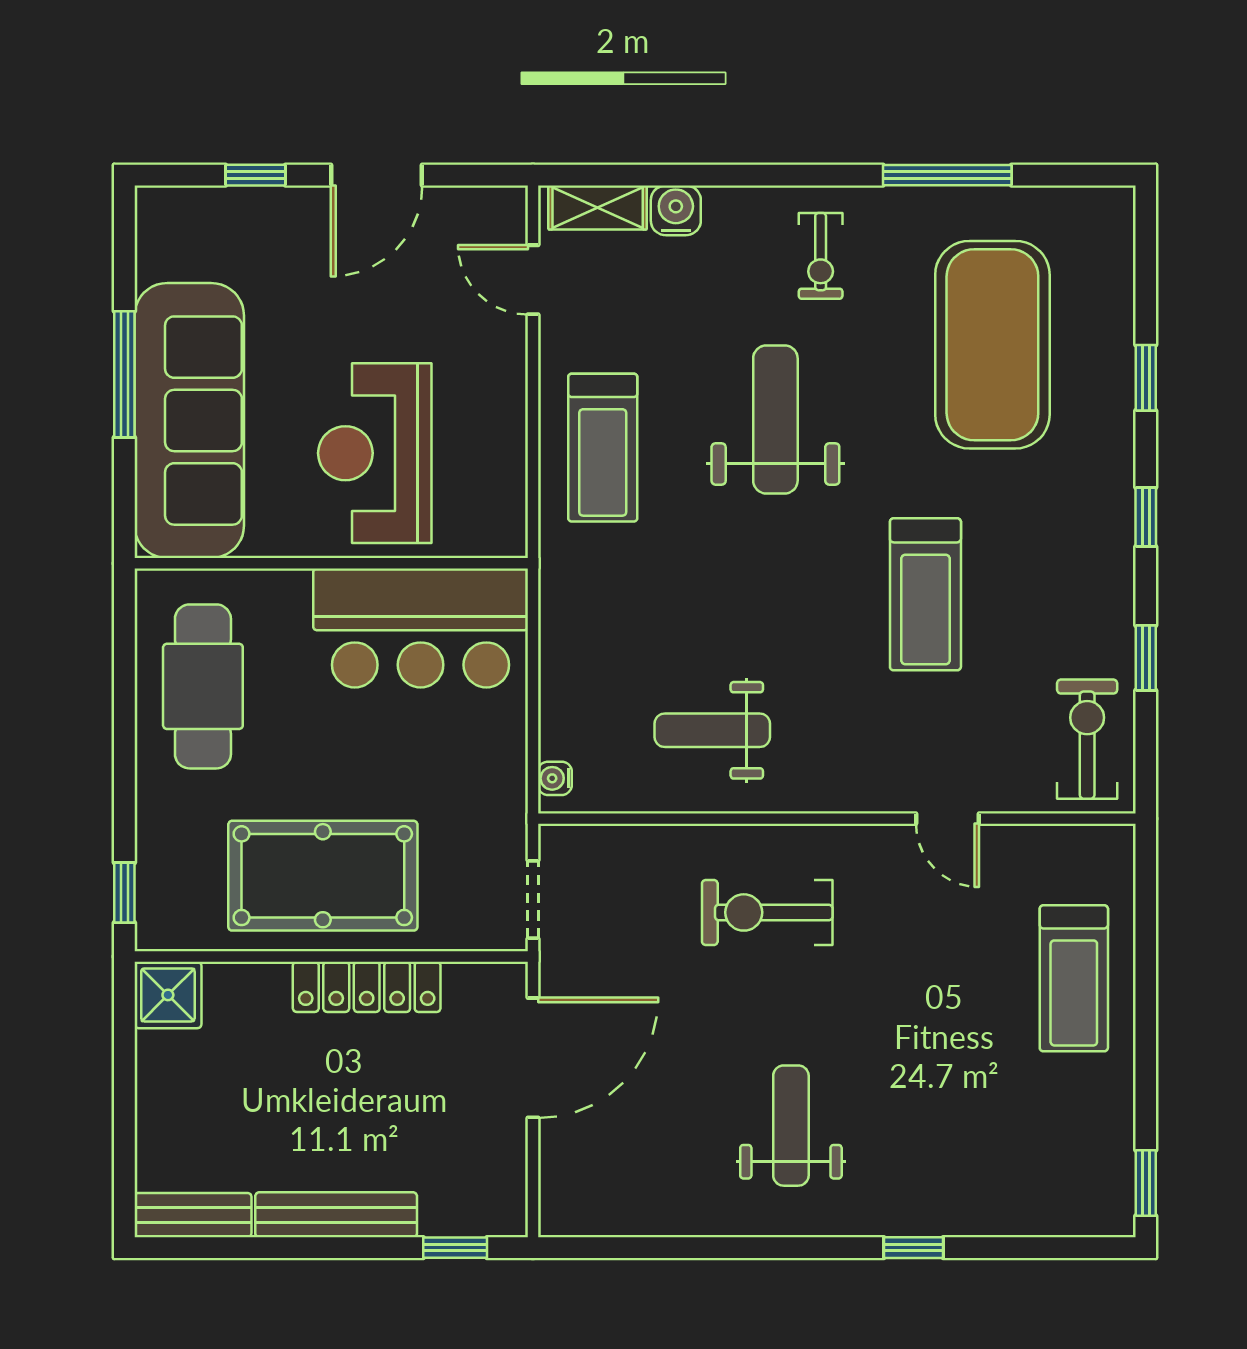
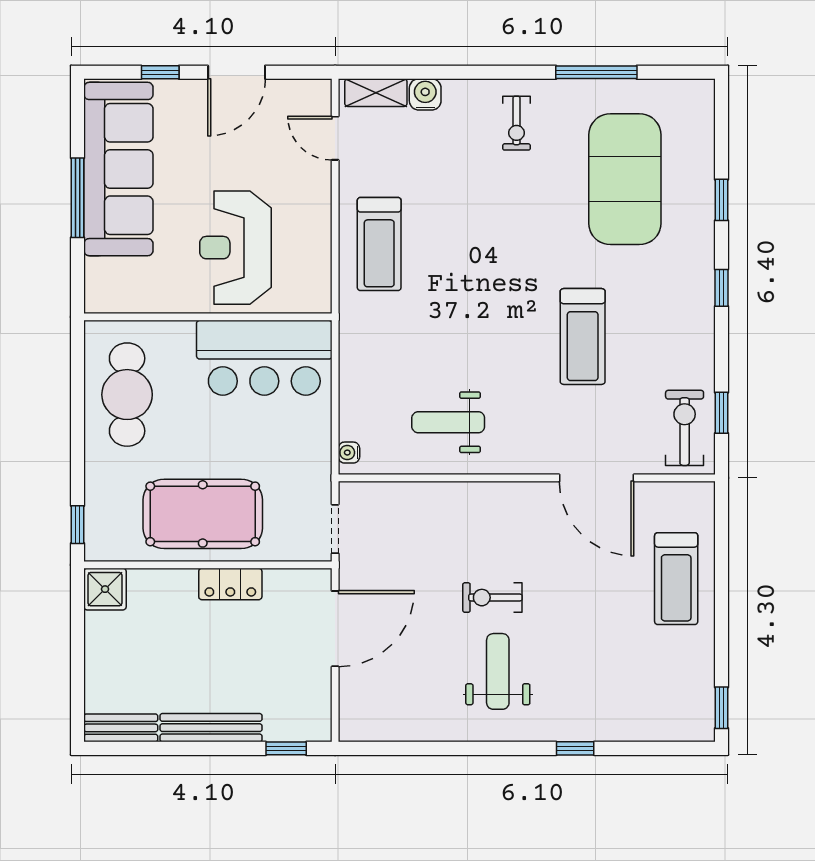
weight bench: (775, 419) -> (488, 226), removed
sofa: (189, 421) -> (118, 169), moved
window: (1146, 658) -> (722, 413), moved
door: (947, 819) -> (596, 478), width x1.87
exercise bike: (767, 912) -> (492, 598), moved, width x0.73, depth x0.72
locker: (367, 987) -> (230, 584), width x0.66

